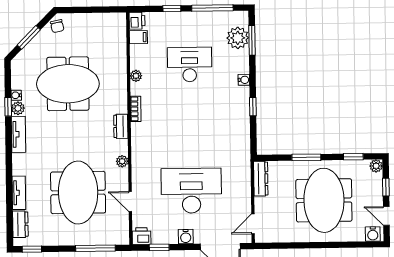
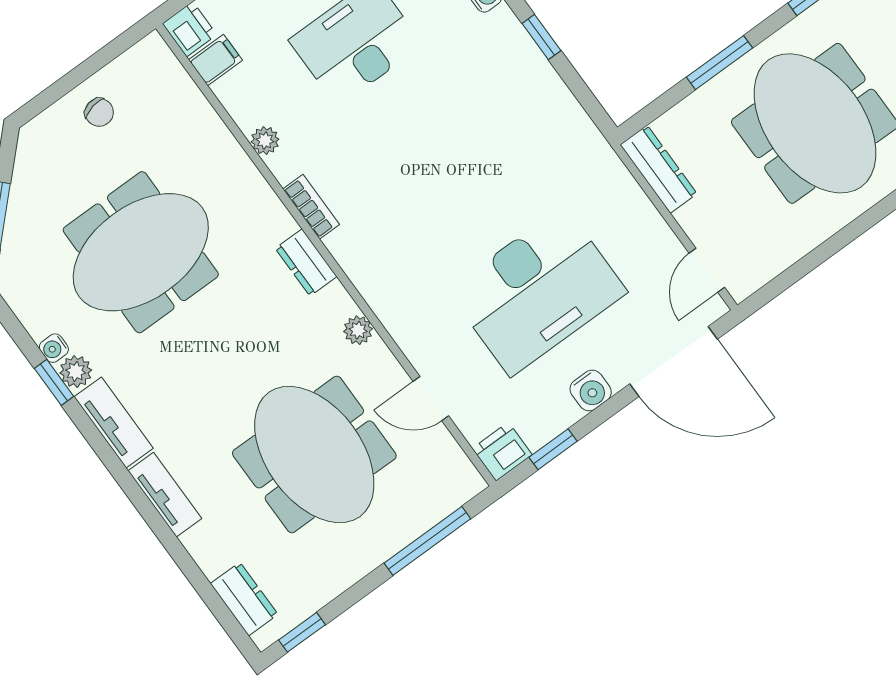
chair: (57, 26) -> (99, 112), moved
desk: (191, 191) -> (537, 291), turned 180
tv unit: (19, 193) -> (165, 495), moved

